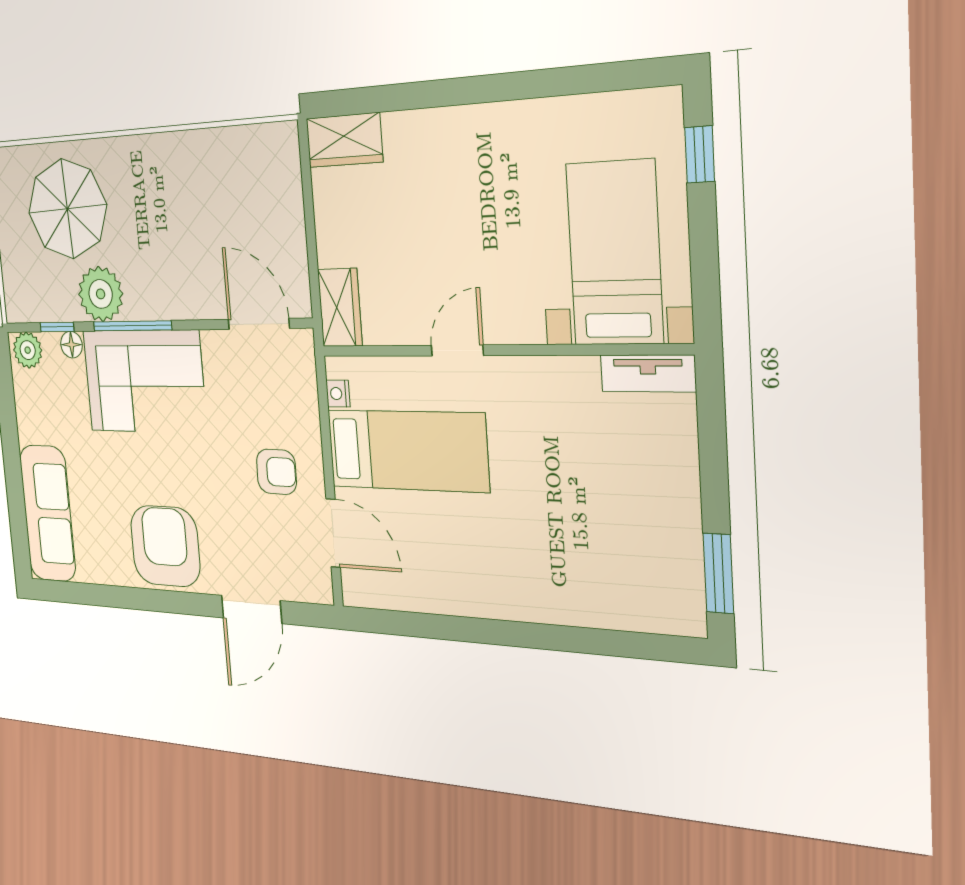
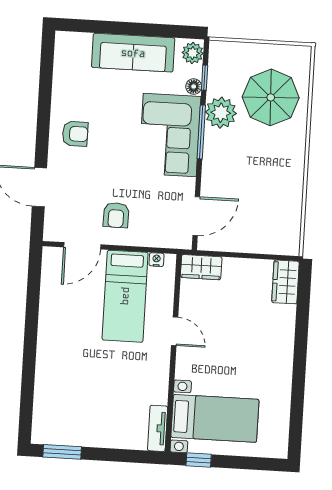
window: (700, 154) -> (199, 460), moved
sofa: (48, 513) -> (133, 53), moved
armchair: (165, 546) -> (75, 134), width x0.53, depth x0.53

